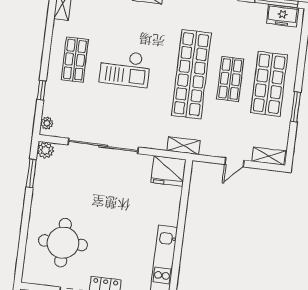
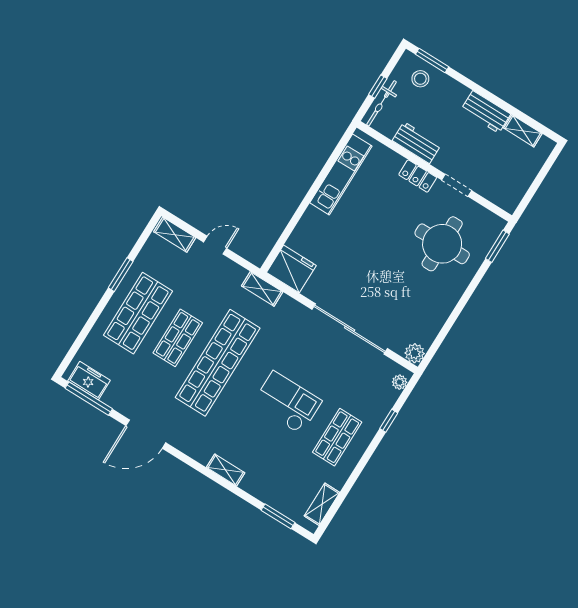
window: (31, 173) -> (497, 246), moved

